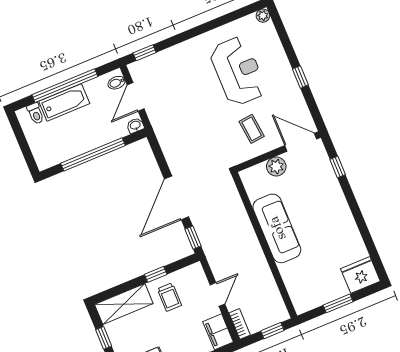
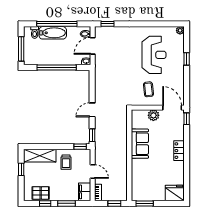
window: (300, 77) -> (187, 59), moved
window: (25, 148) -> (21, 49), added
window: (338, 167) -> (187, 119), moved
door: (177, 198) -> (92, 110), width x0.53
locker: (339, 205) -> (179, 151), added
sofa: (277, 228) -> (140, 144), width x0.73
window: (156, 274) -> (80, 147), moved
door: (217, 294) -> (93, 171), hinge flipped
window: (338, 303) -> (145, 203), moved

